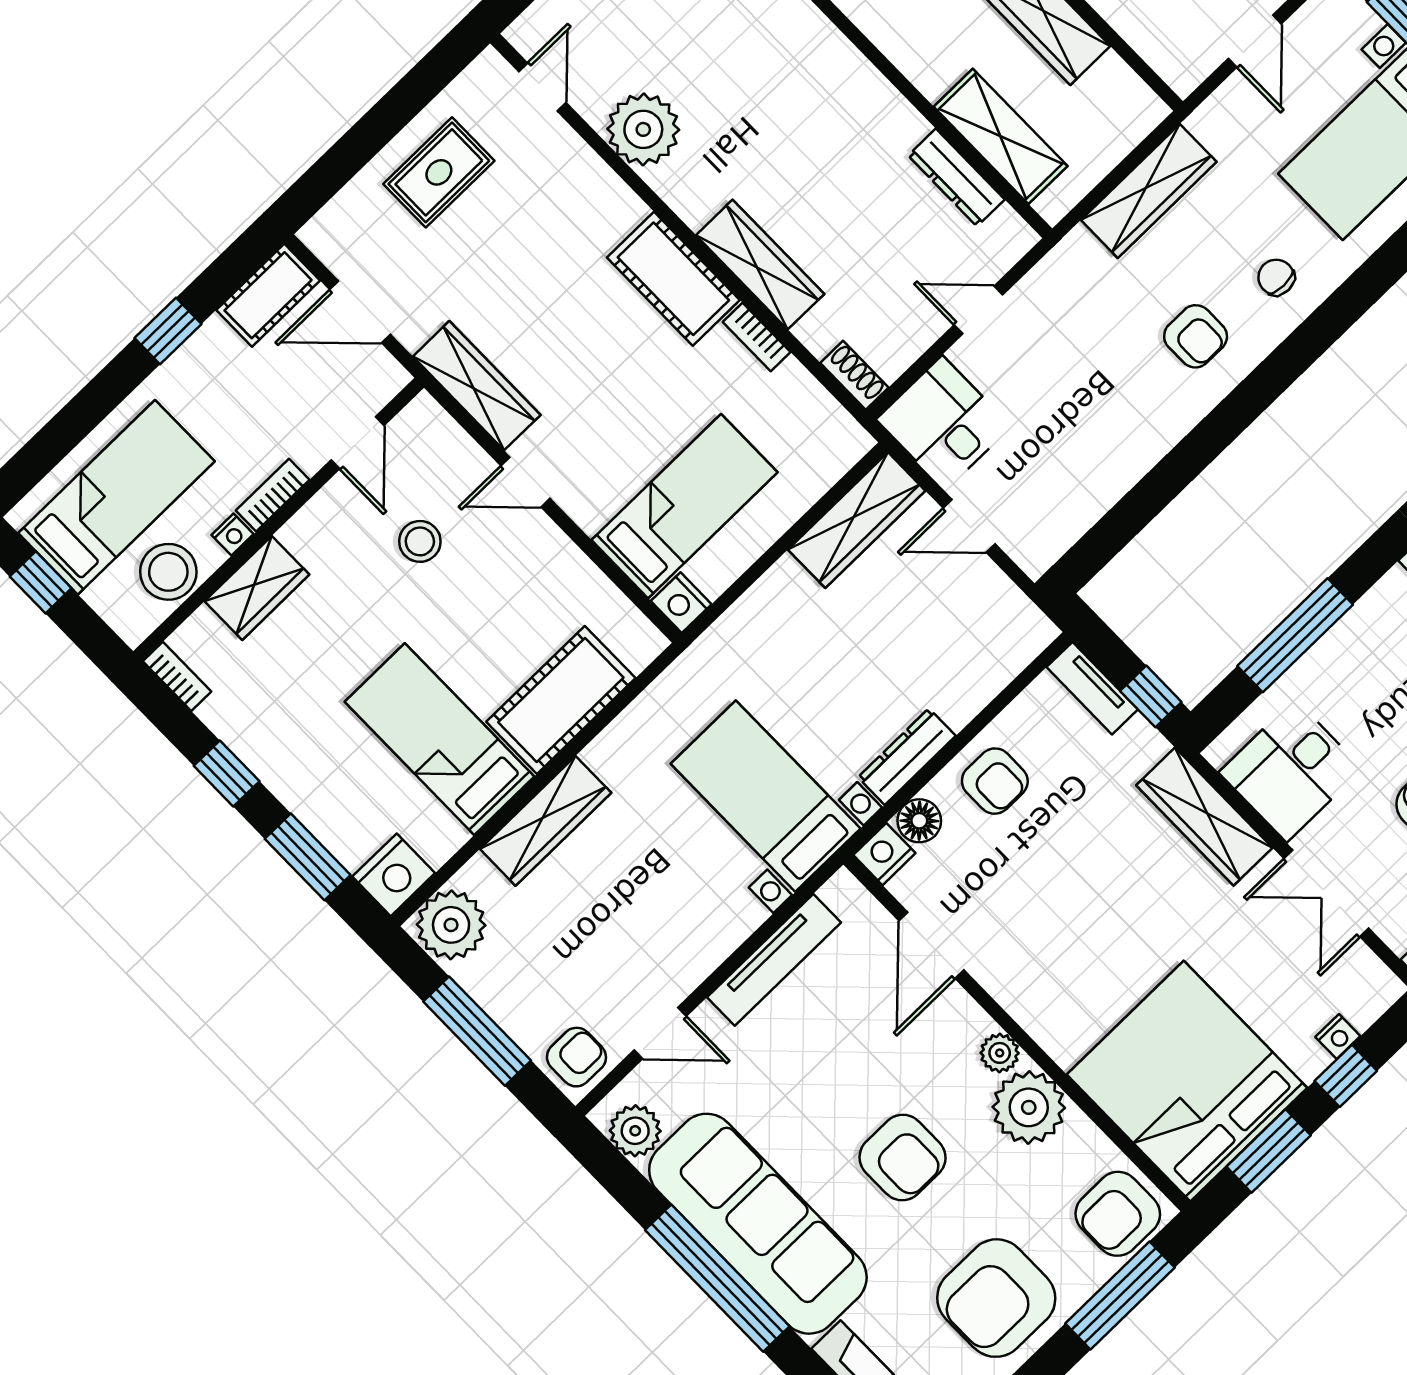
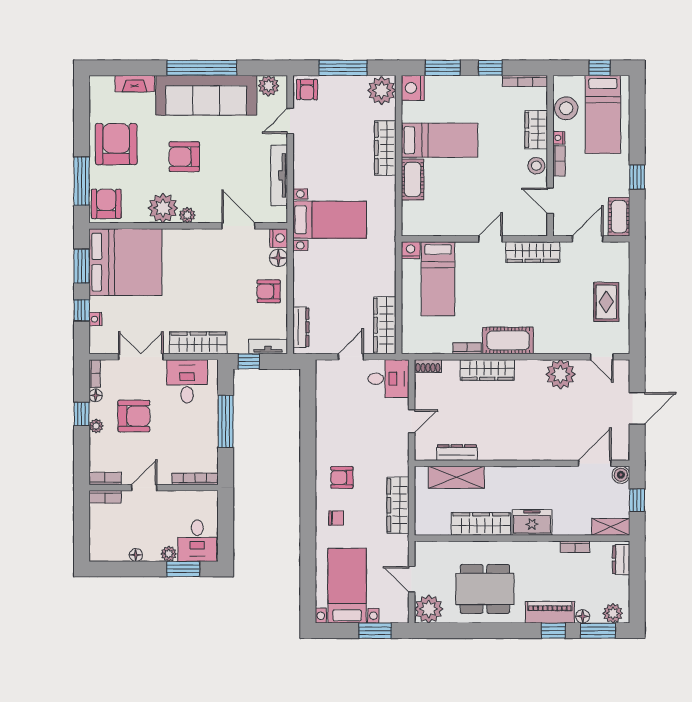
stool: (420, 541) -> (536, 166), moved
bookcase: (177, 676) -> (525, 81), width x1.56
cot: (561, 700) -> (413, 179), width x0.73, depth x0.75
dresser: (907, 757) -> (301, 327), moved

